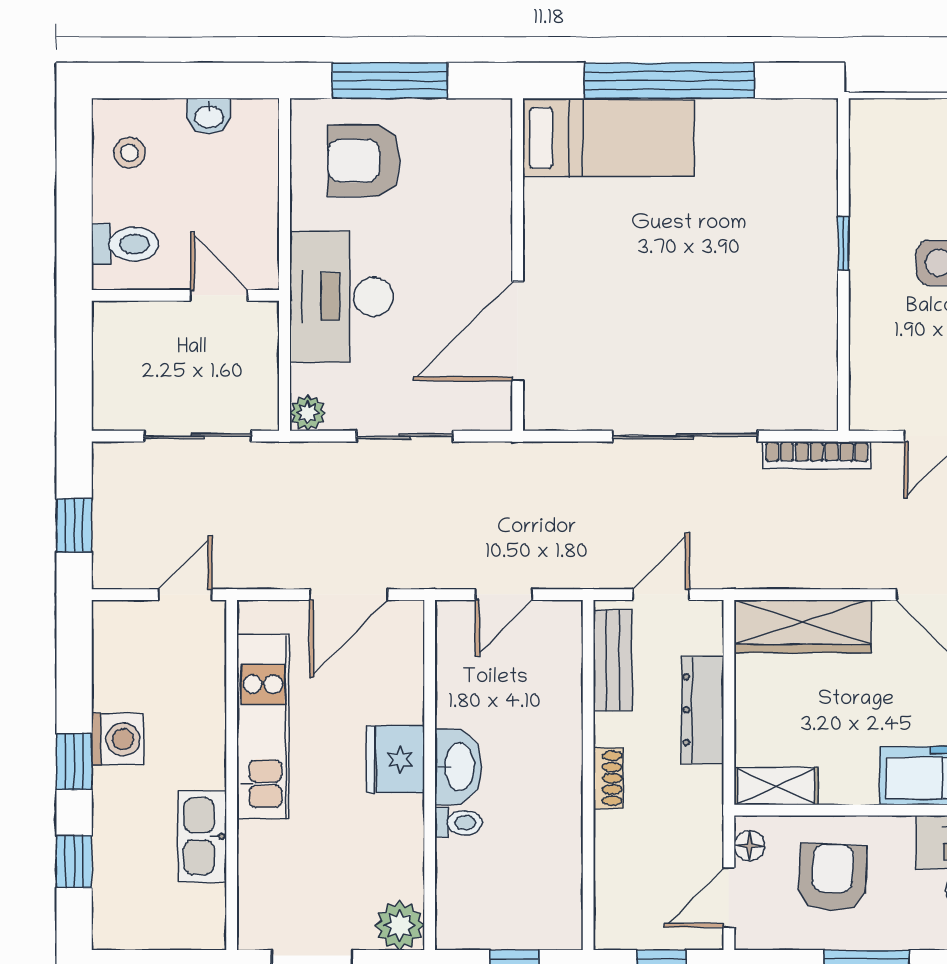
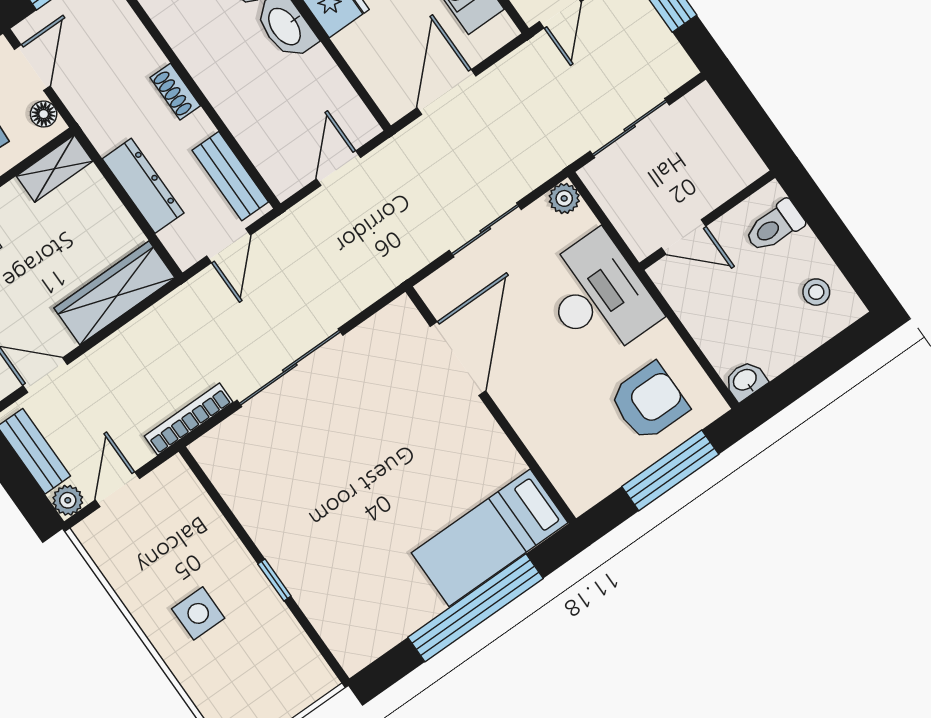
washbasin: (209, 116) -> (745, 380), moved

